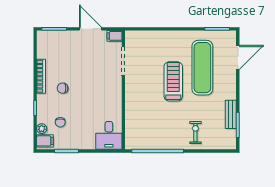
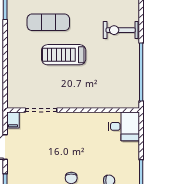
exercise mat: (202, 68) -> (48, 22), width x0.73, depth x0.69
exercise bike: (195, 133) -> (121, 30), width x1.38, depth x1.39

